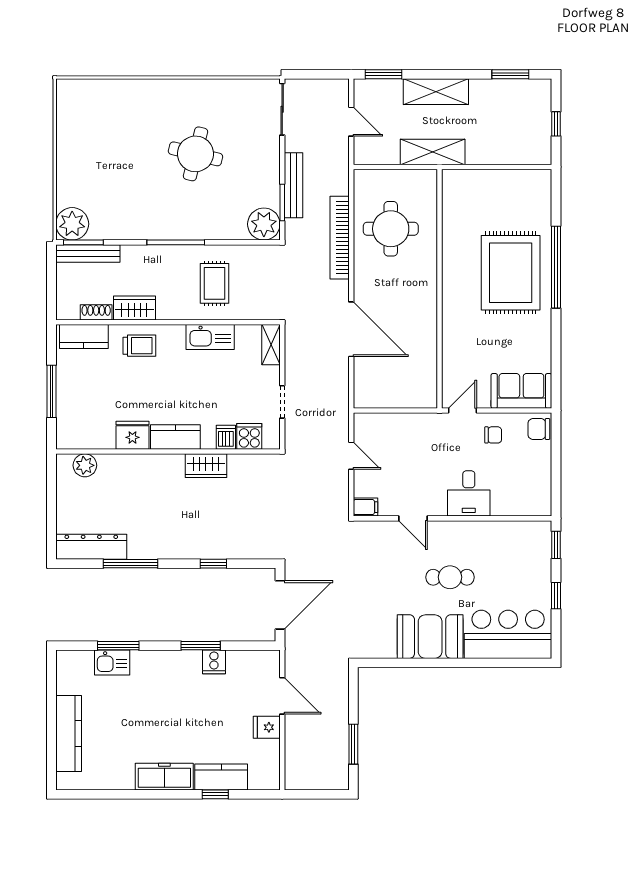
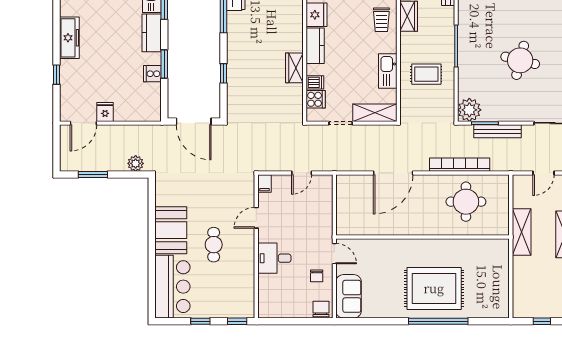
shelving: (271, 345) -> (375, 113), width x1.50, depth x1.33
plant: (338, 685) -> (136, 163), added
door: (282, 696) -> (83, 123), moved
kitchen counter: (221, 777) -> (152, 33), moved, turned 180

